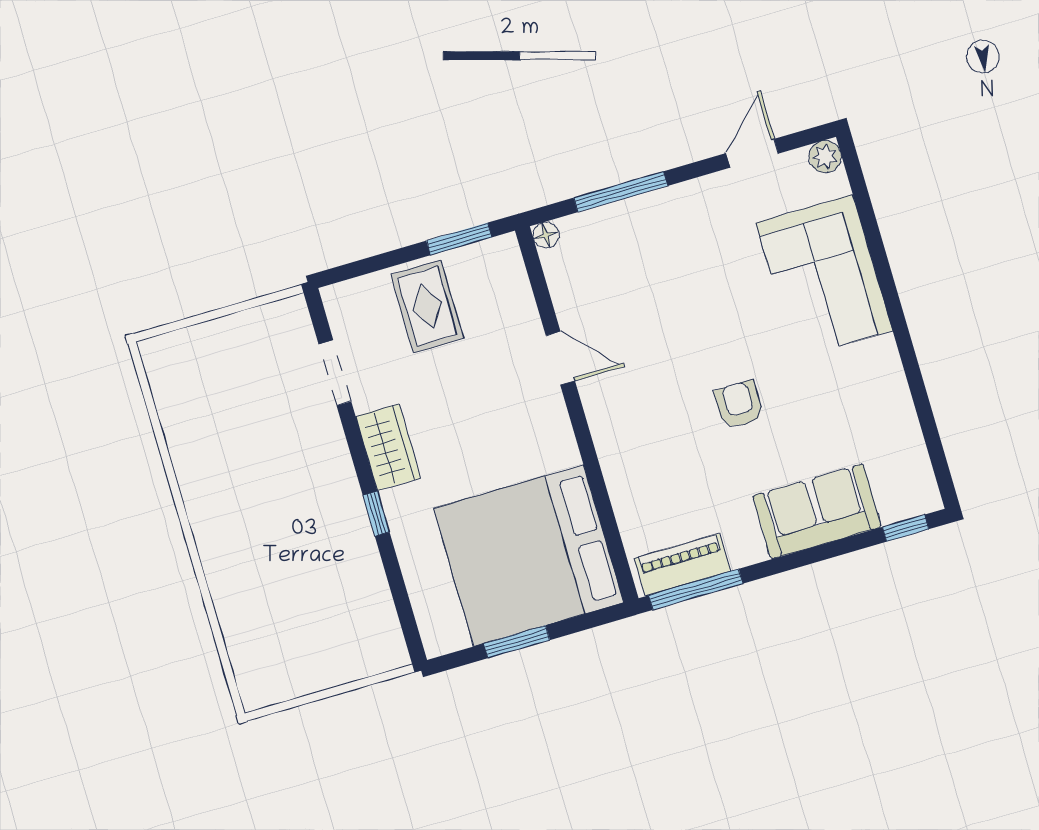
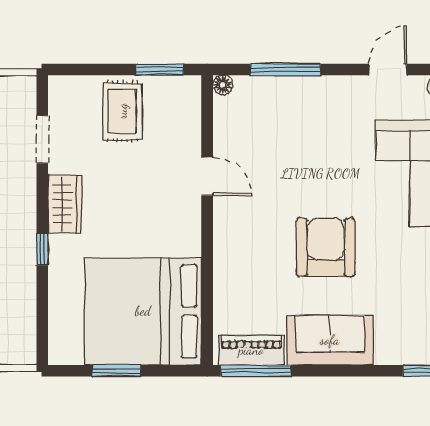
armchair: (739, 405) -> (326, 247), width x1.88, depth x1.88
sofa: (817, 511) -> (330, 340), moved

